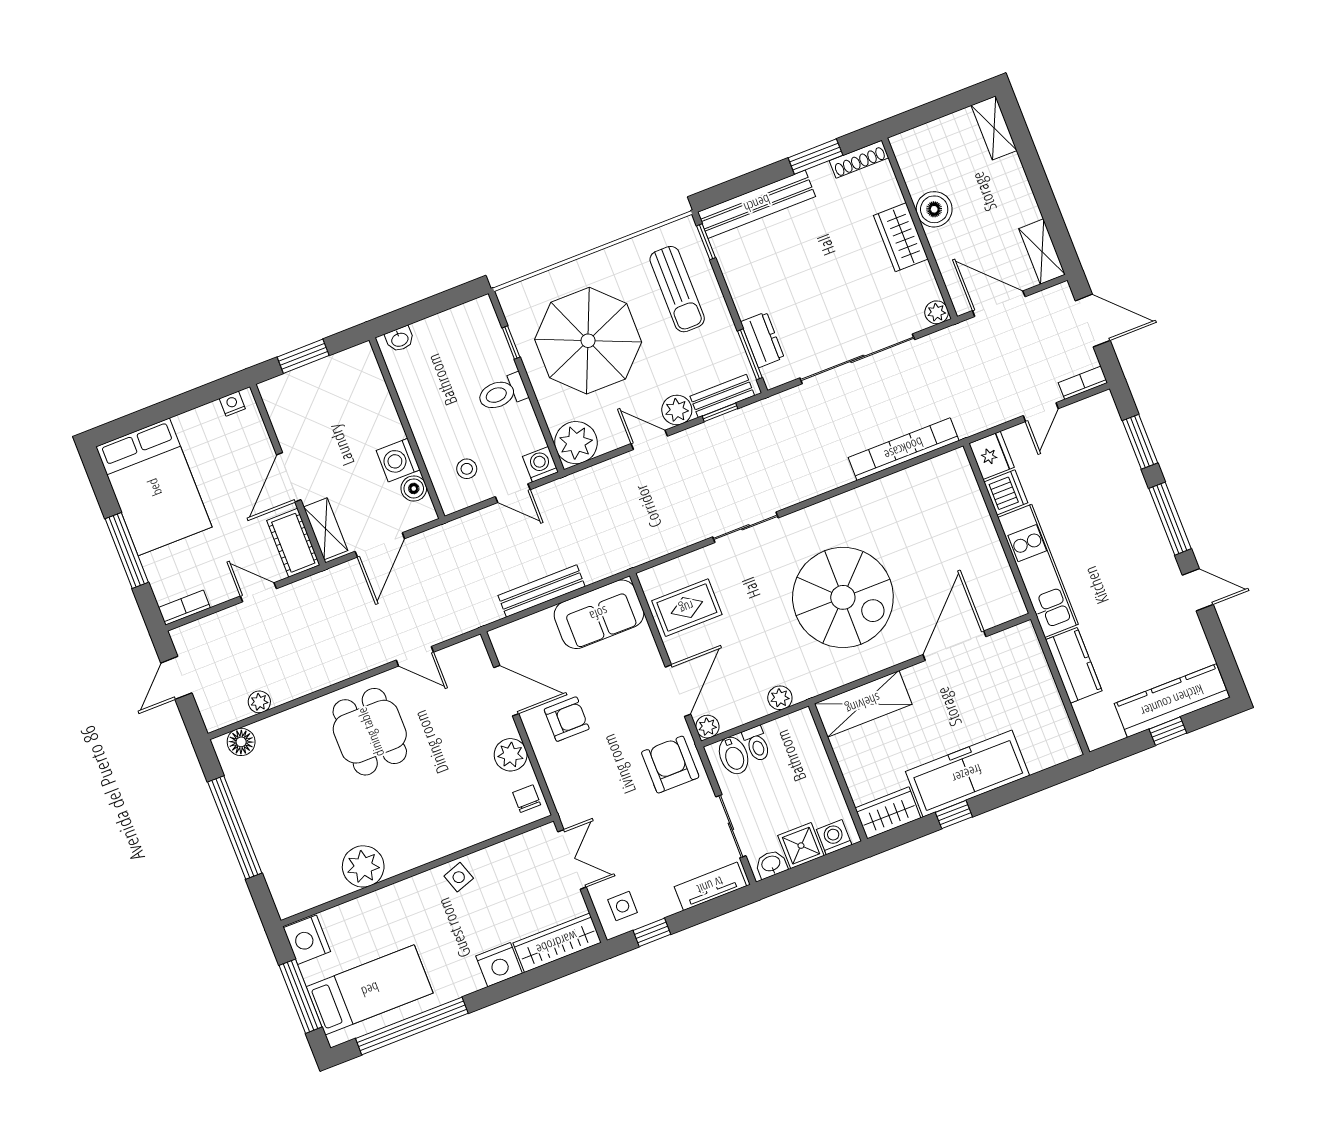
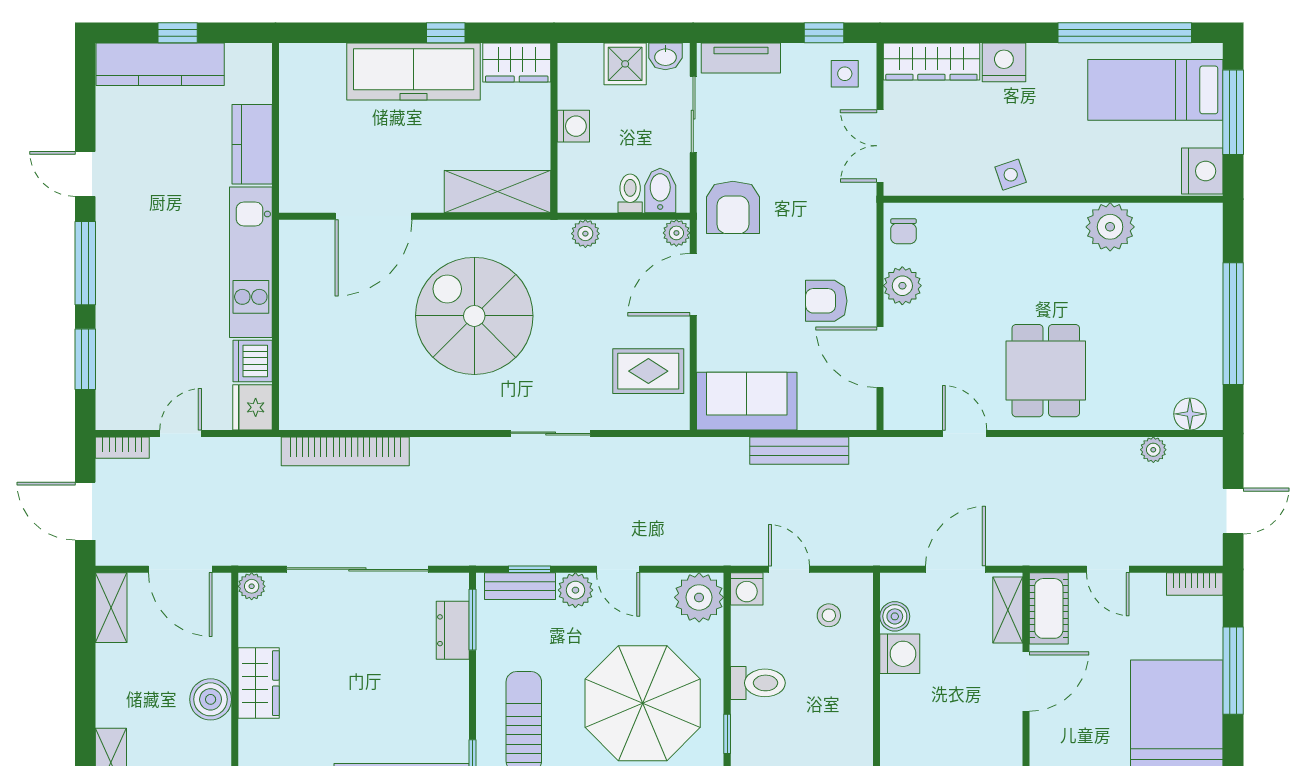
washing machine: (834, 837) -> (573, 126), moved, turned -90

